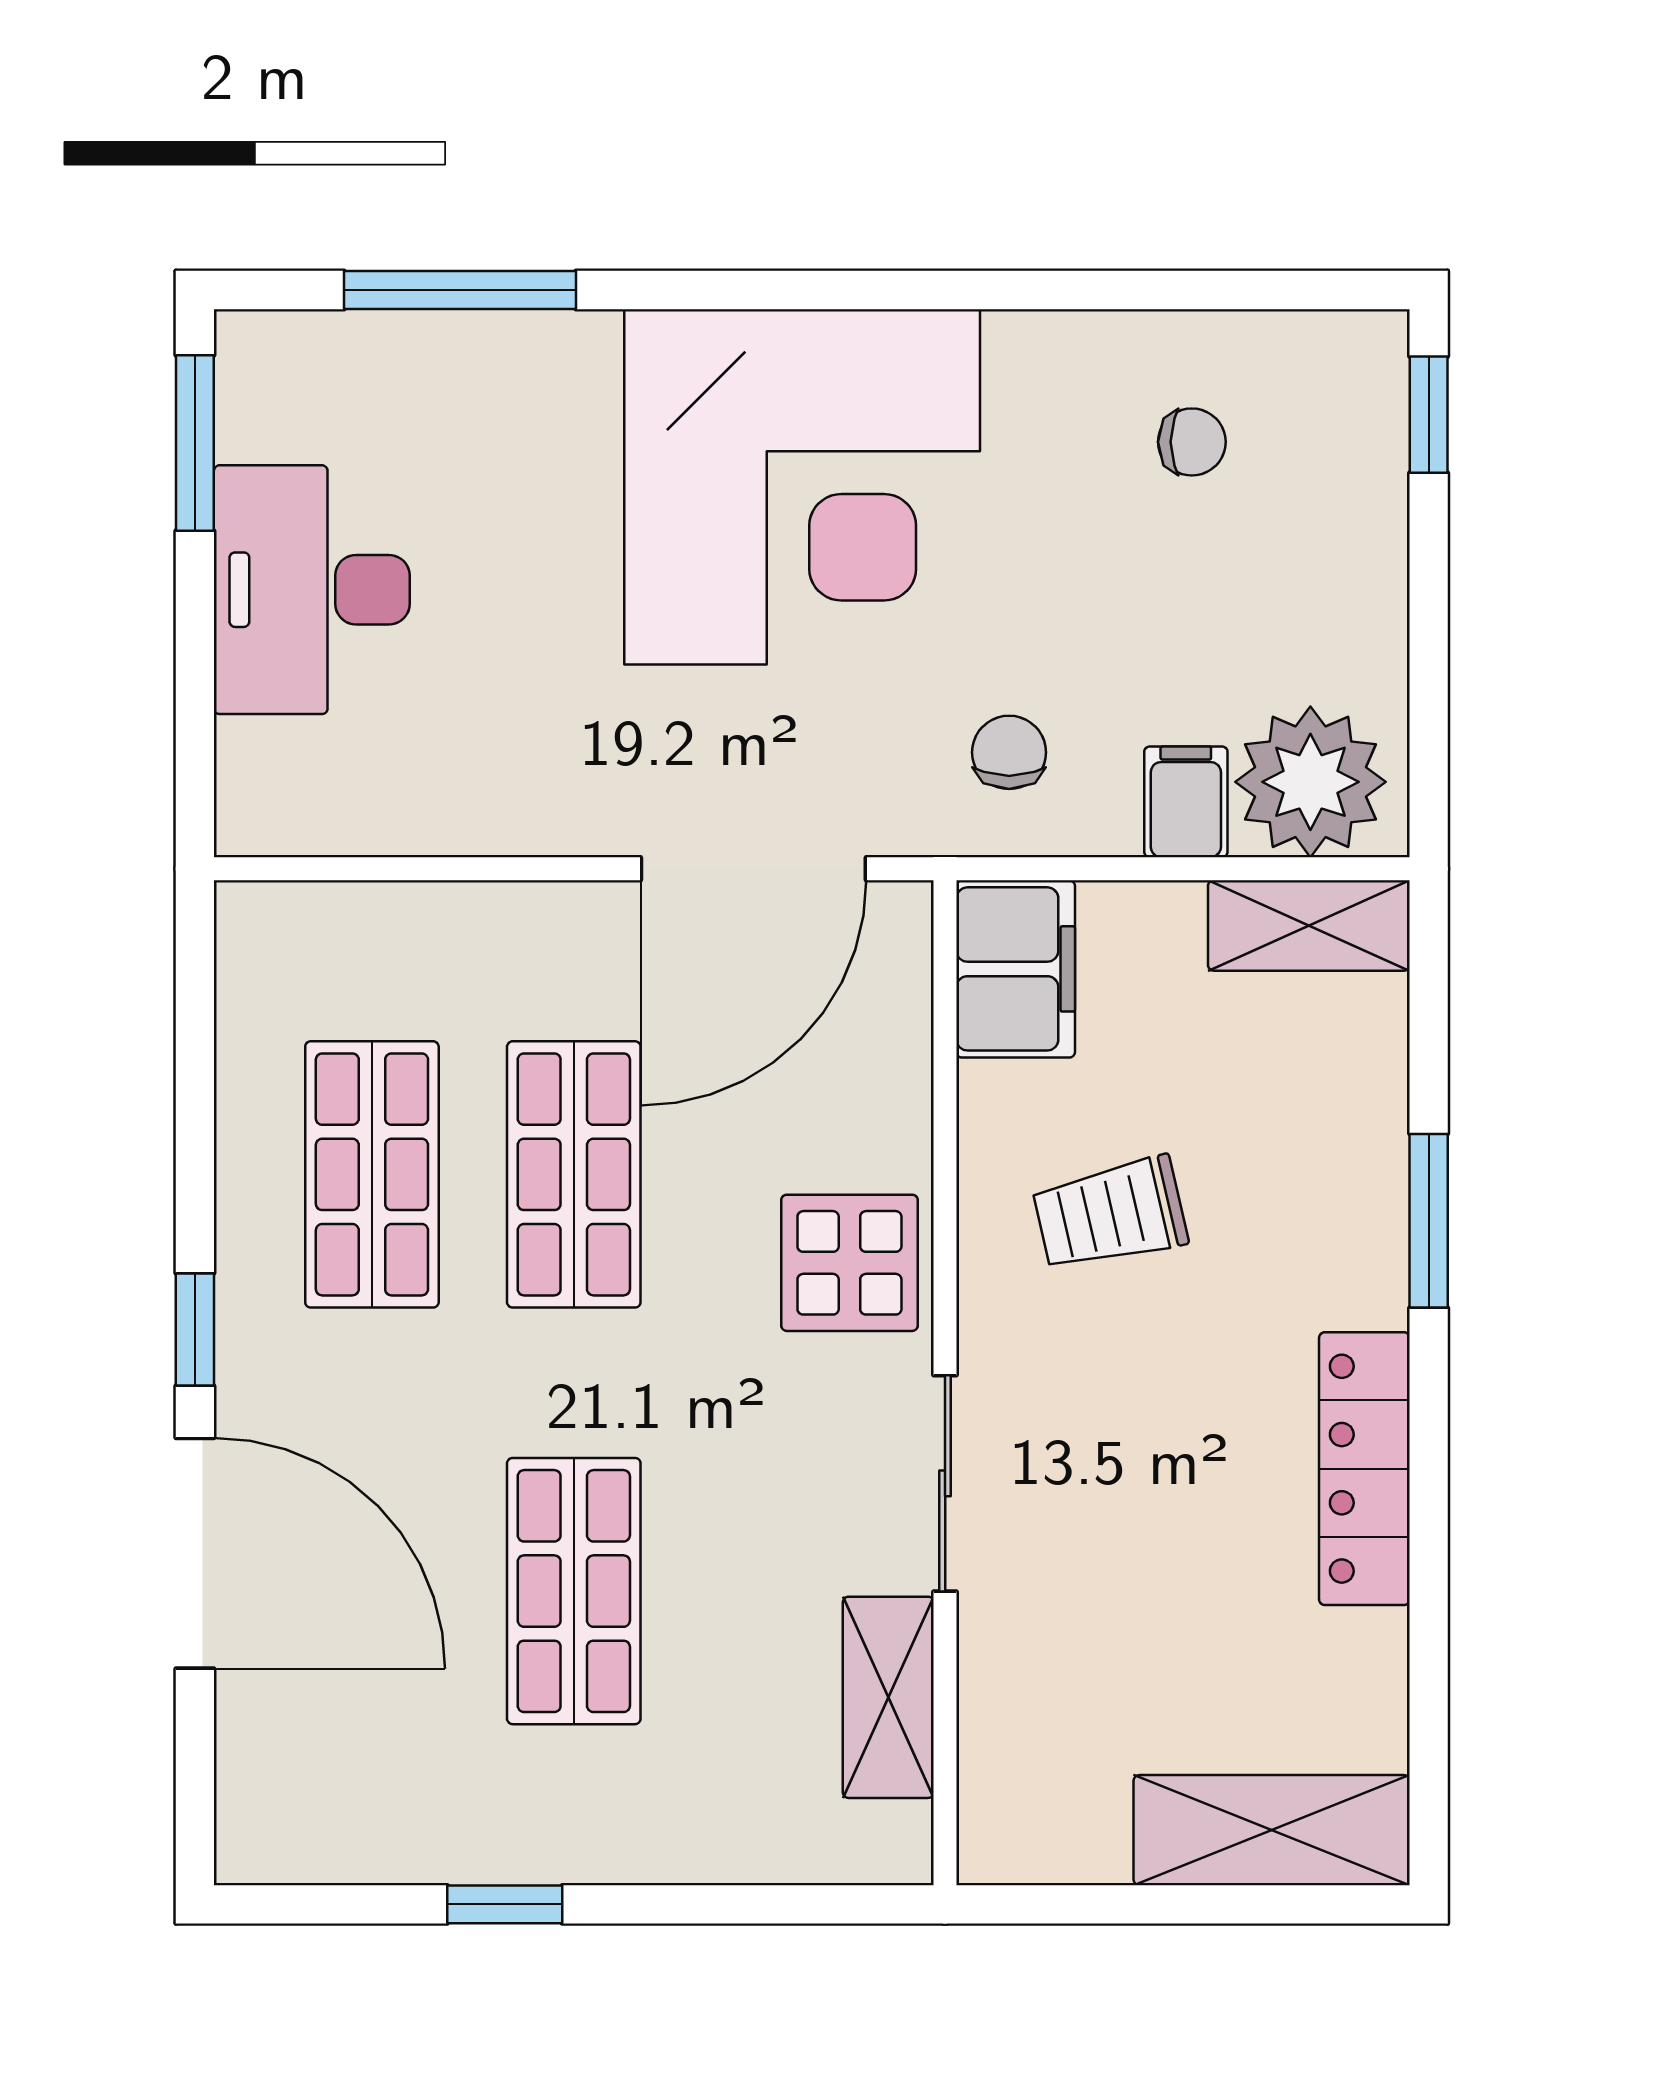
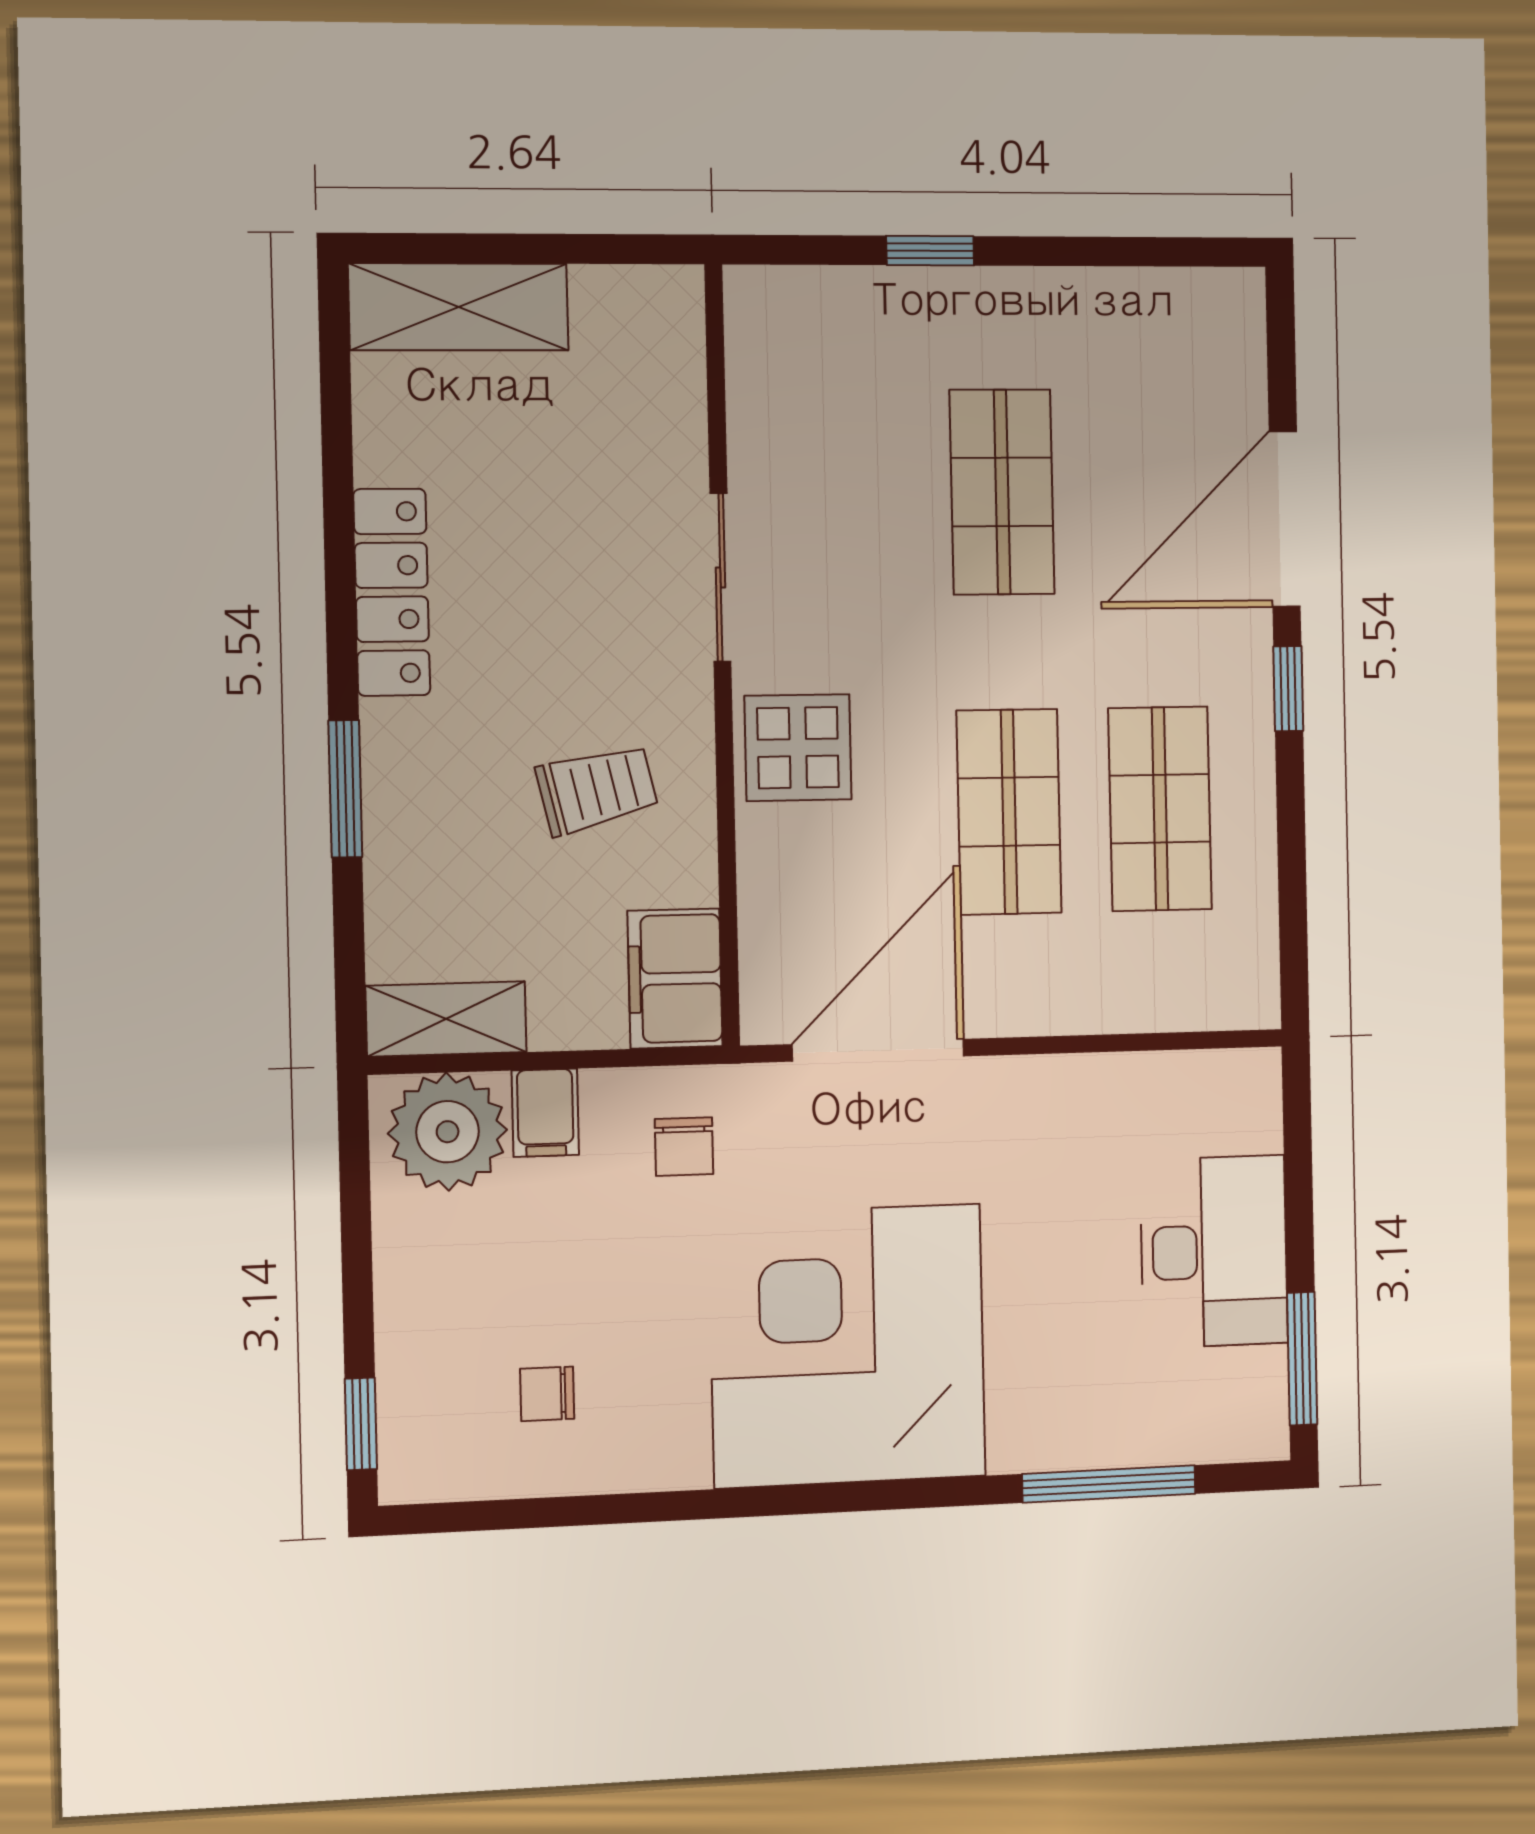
door: (195, 1553) -> (1285, 519), hinge flipped
shelving: (888, 1697) -> (760, 411), removed
window: (505, 1904) -> (930, 251), moved

